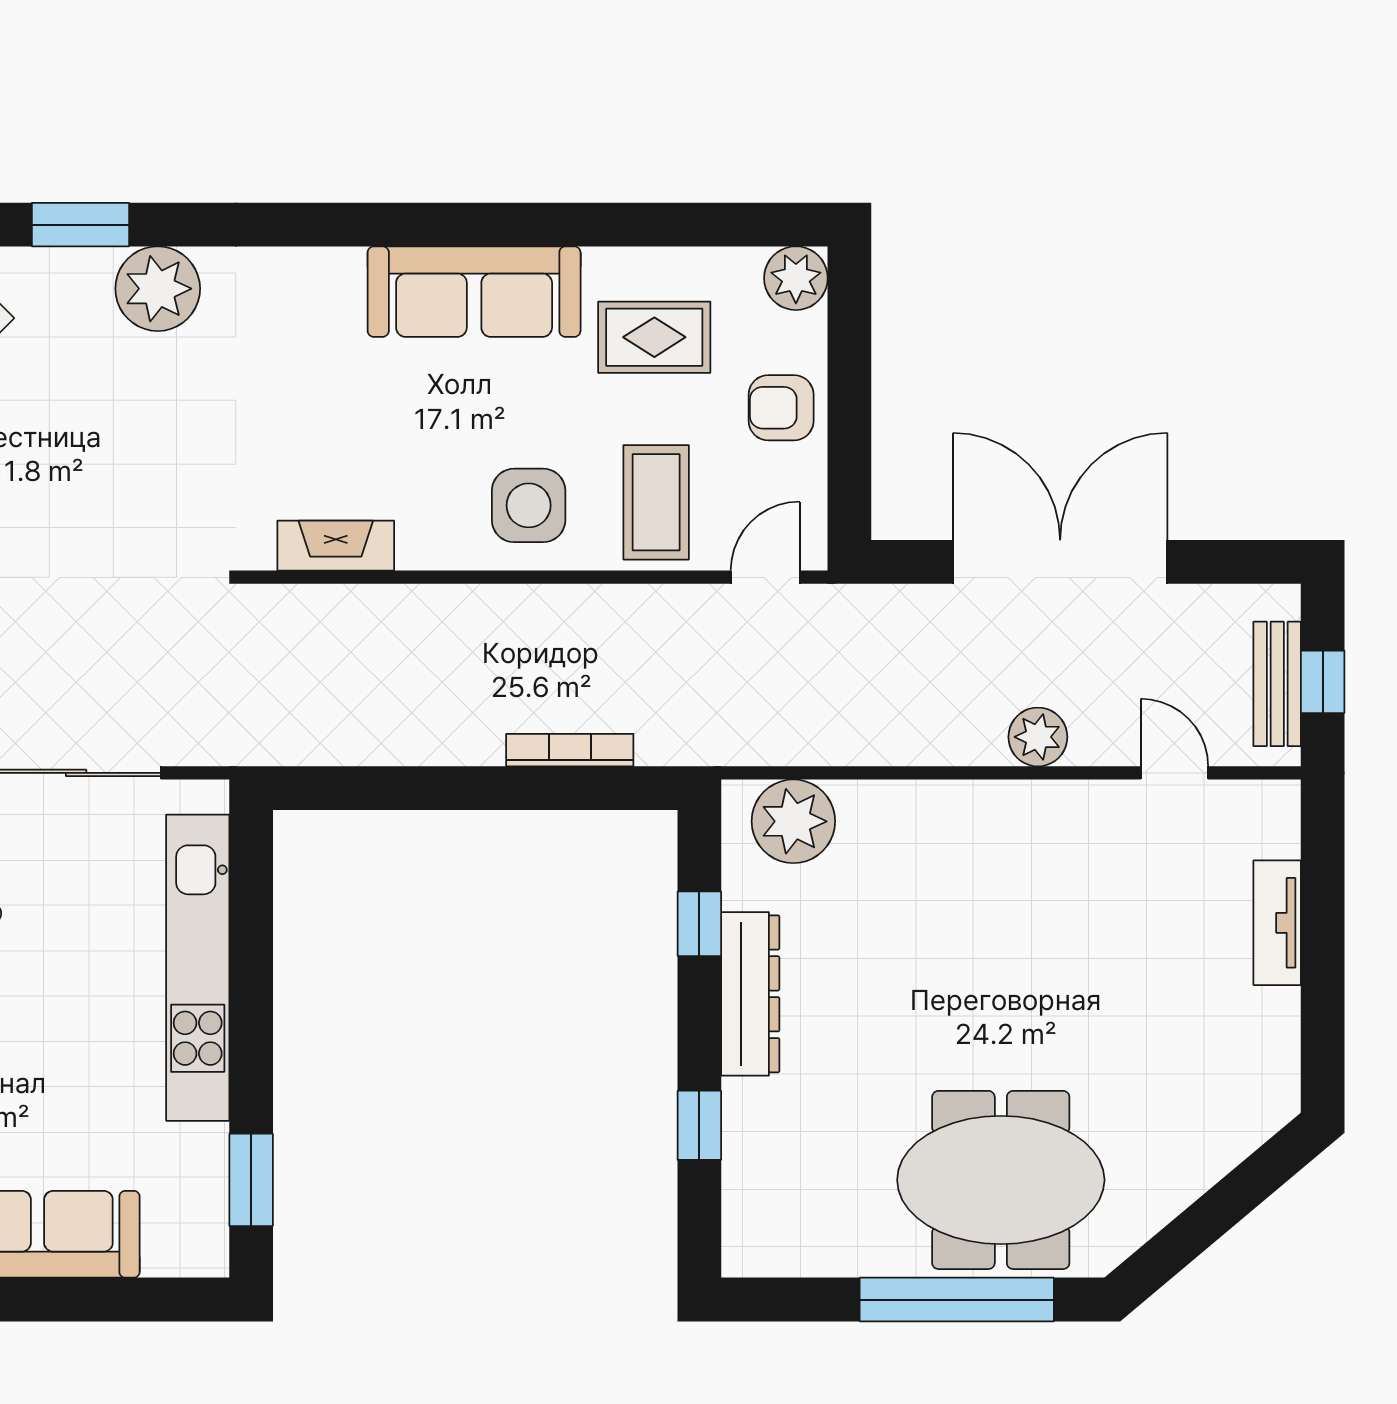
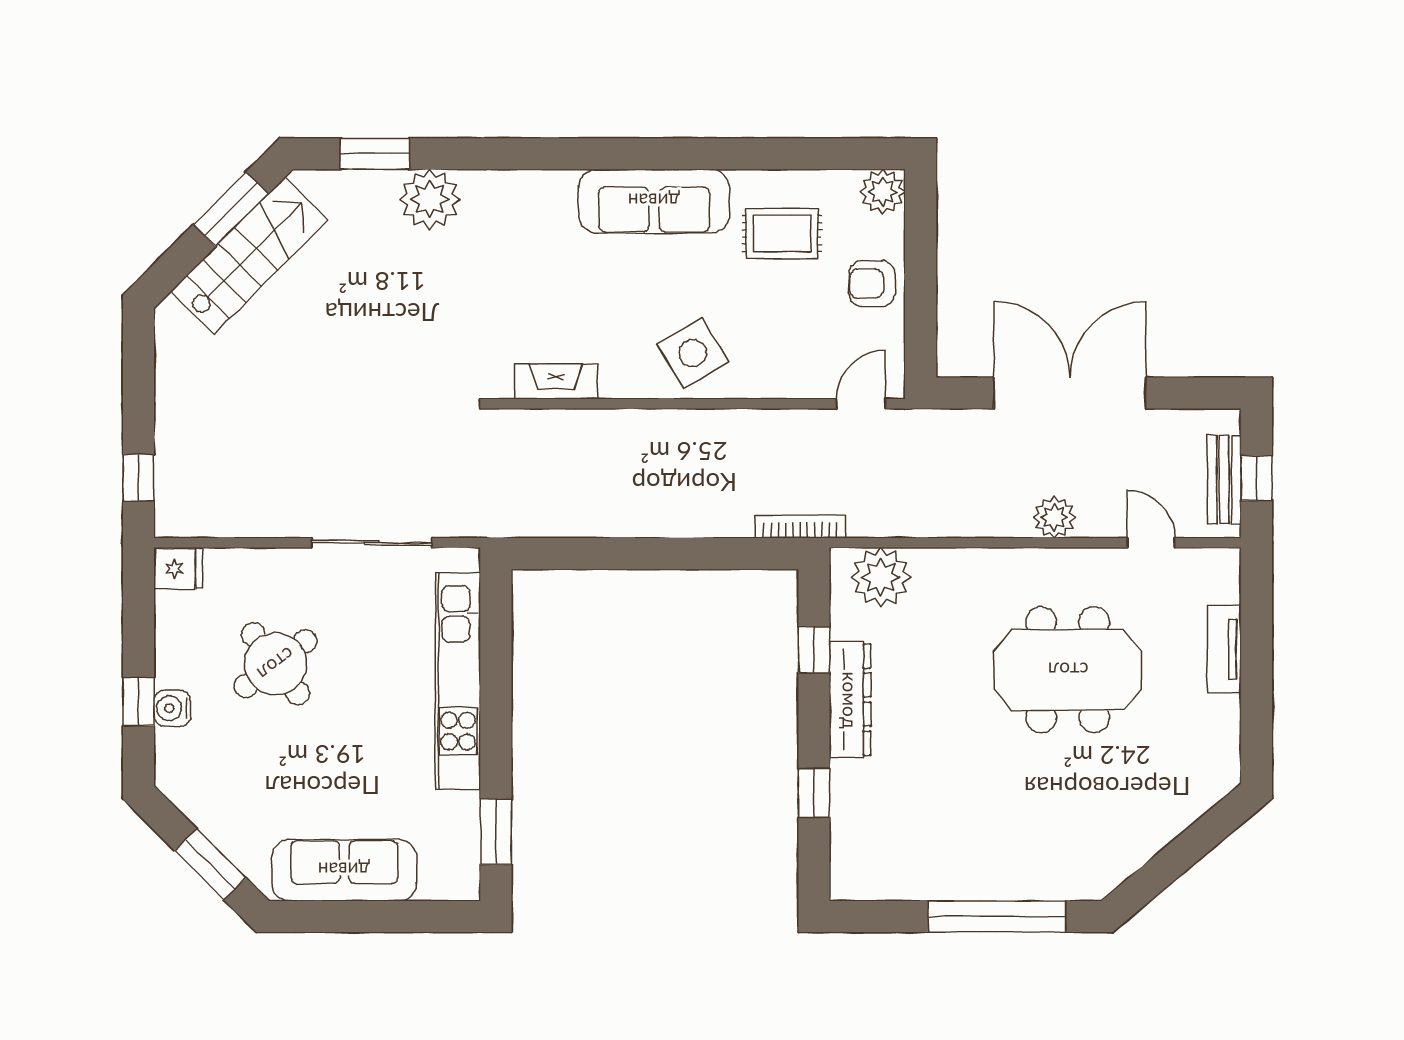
coffee table: (656, 502) -> (783, 351), removed
side table: (529, 505) -> (693, 353), turned -31
bookcase: (570, 750) -> (800, 527), moved
meeting table: (1001, 1180) -> (1068, 670), moved

